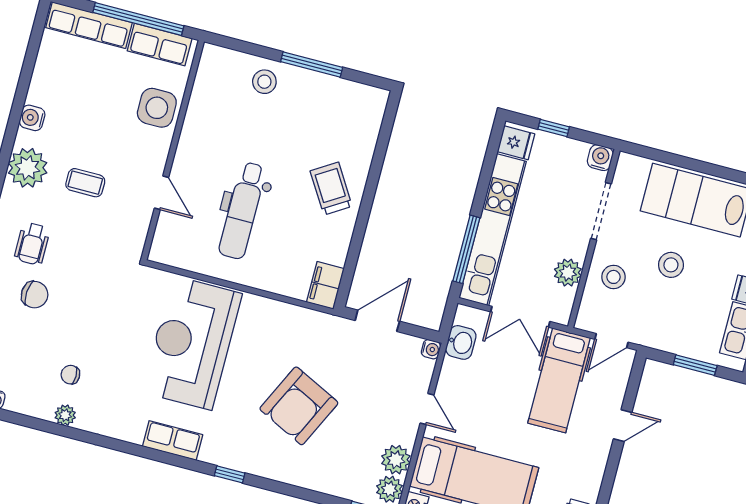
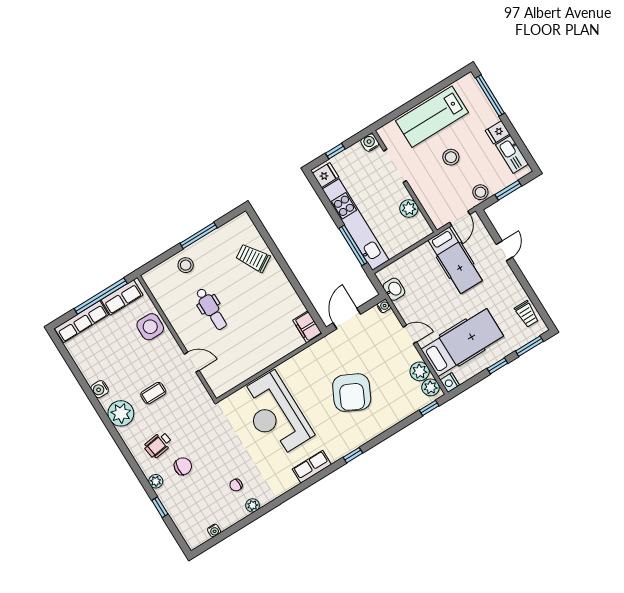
trolley: (331, 189) -> (253, 258), moved
dental chair: (242, 211) -> (211, 309), moved, width x0.73, depth x0.72
wheelchair: (32, 244) -> (158, 445), turned 82
stool: (614, 277) -> (480, 192), moved
double door: (520, 317) -> (408, 250), removed

